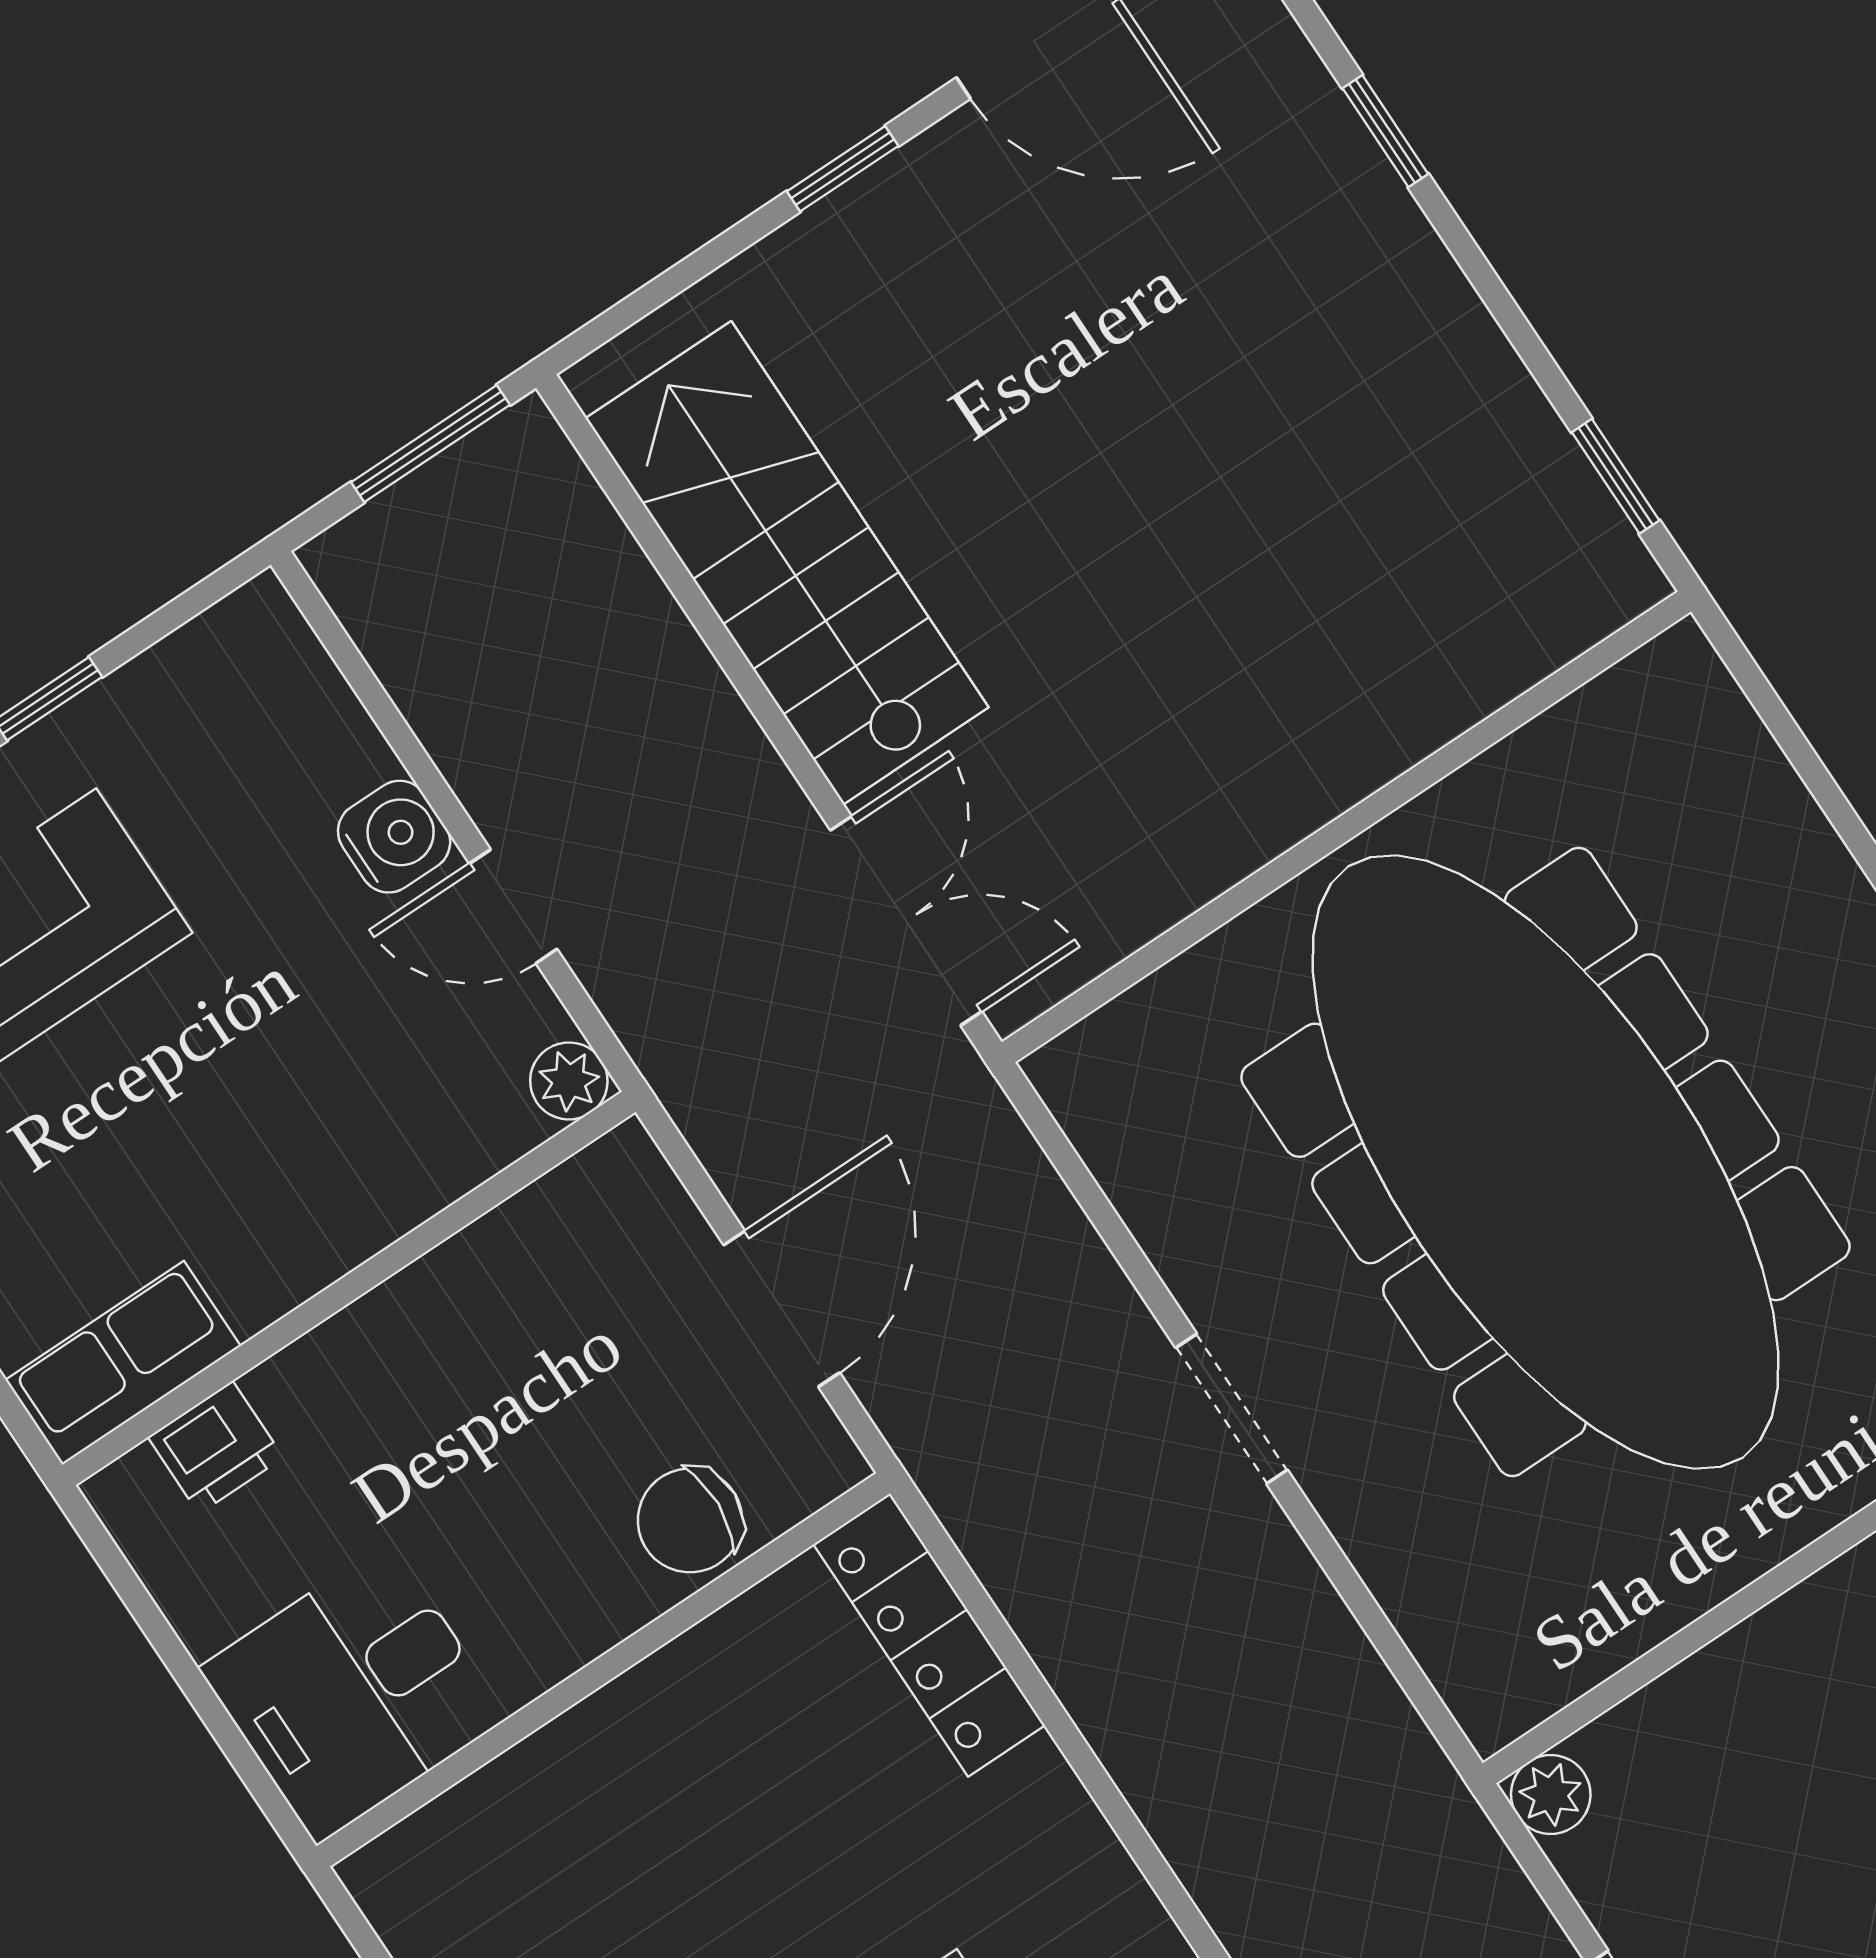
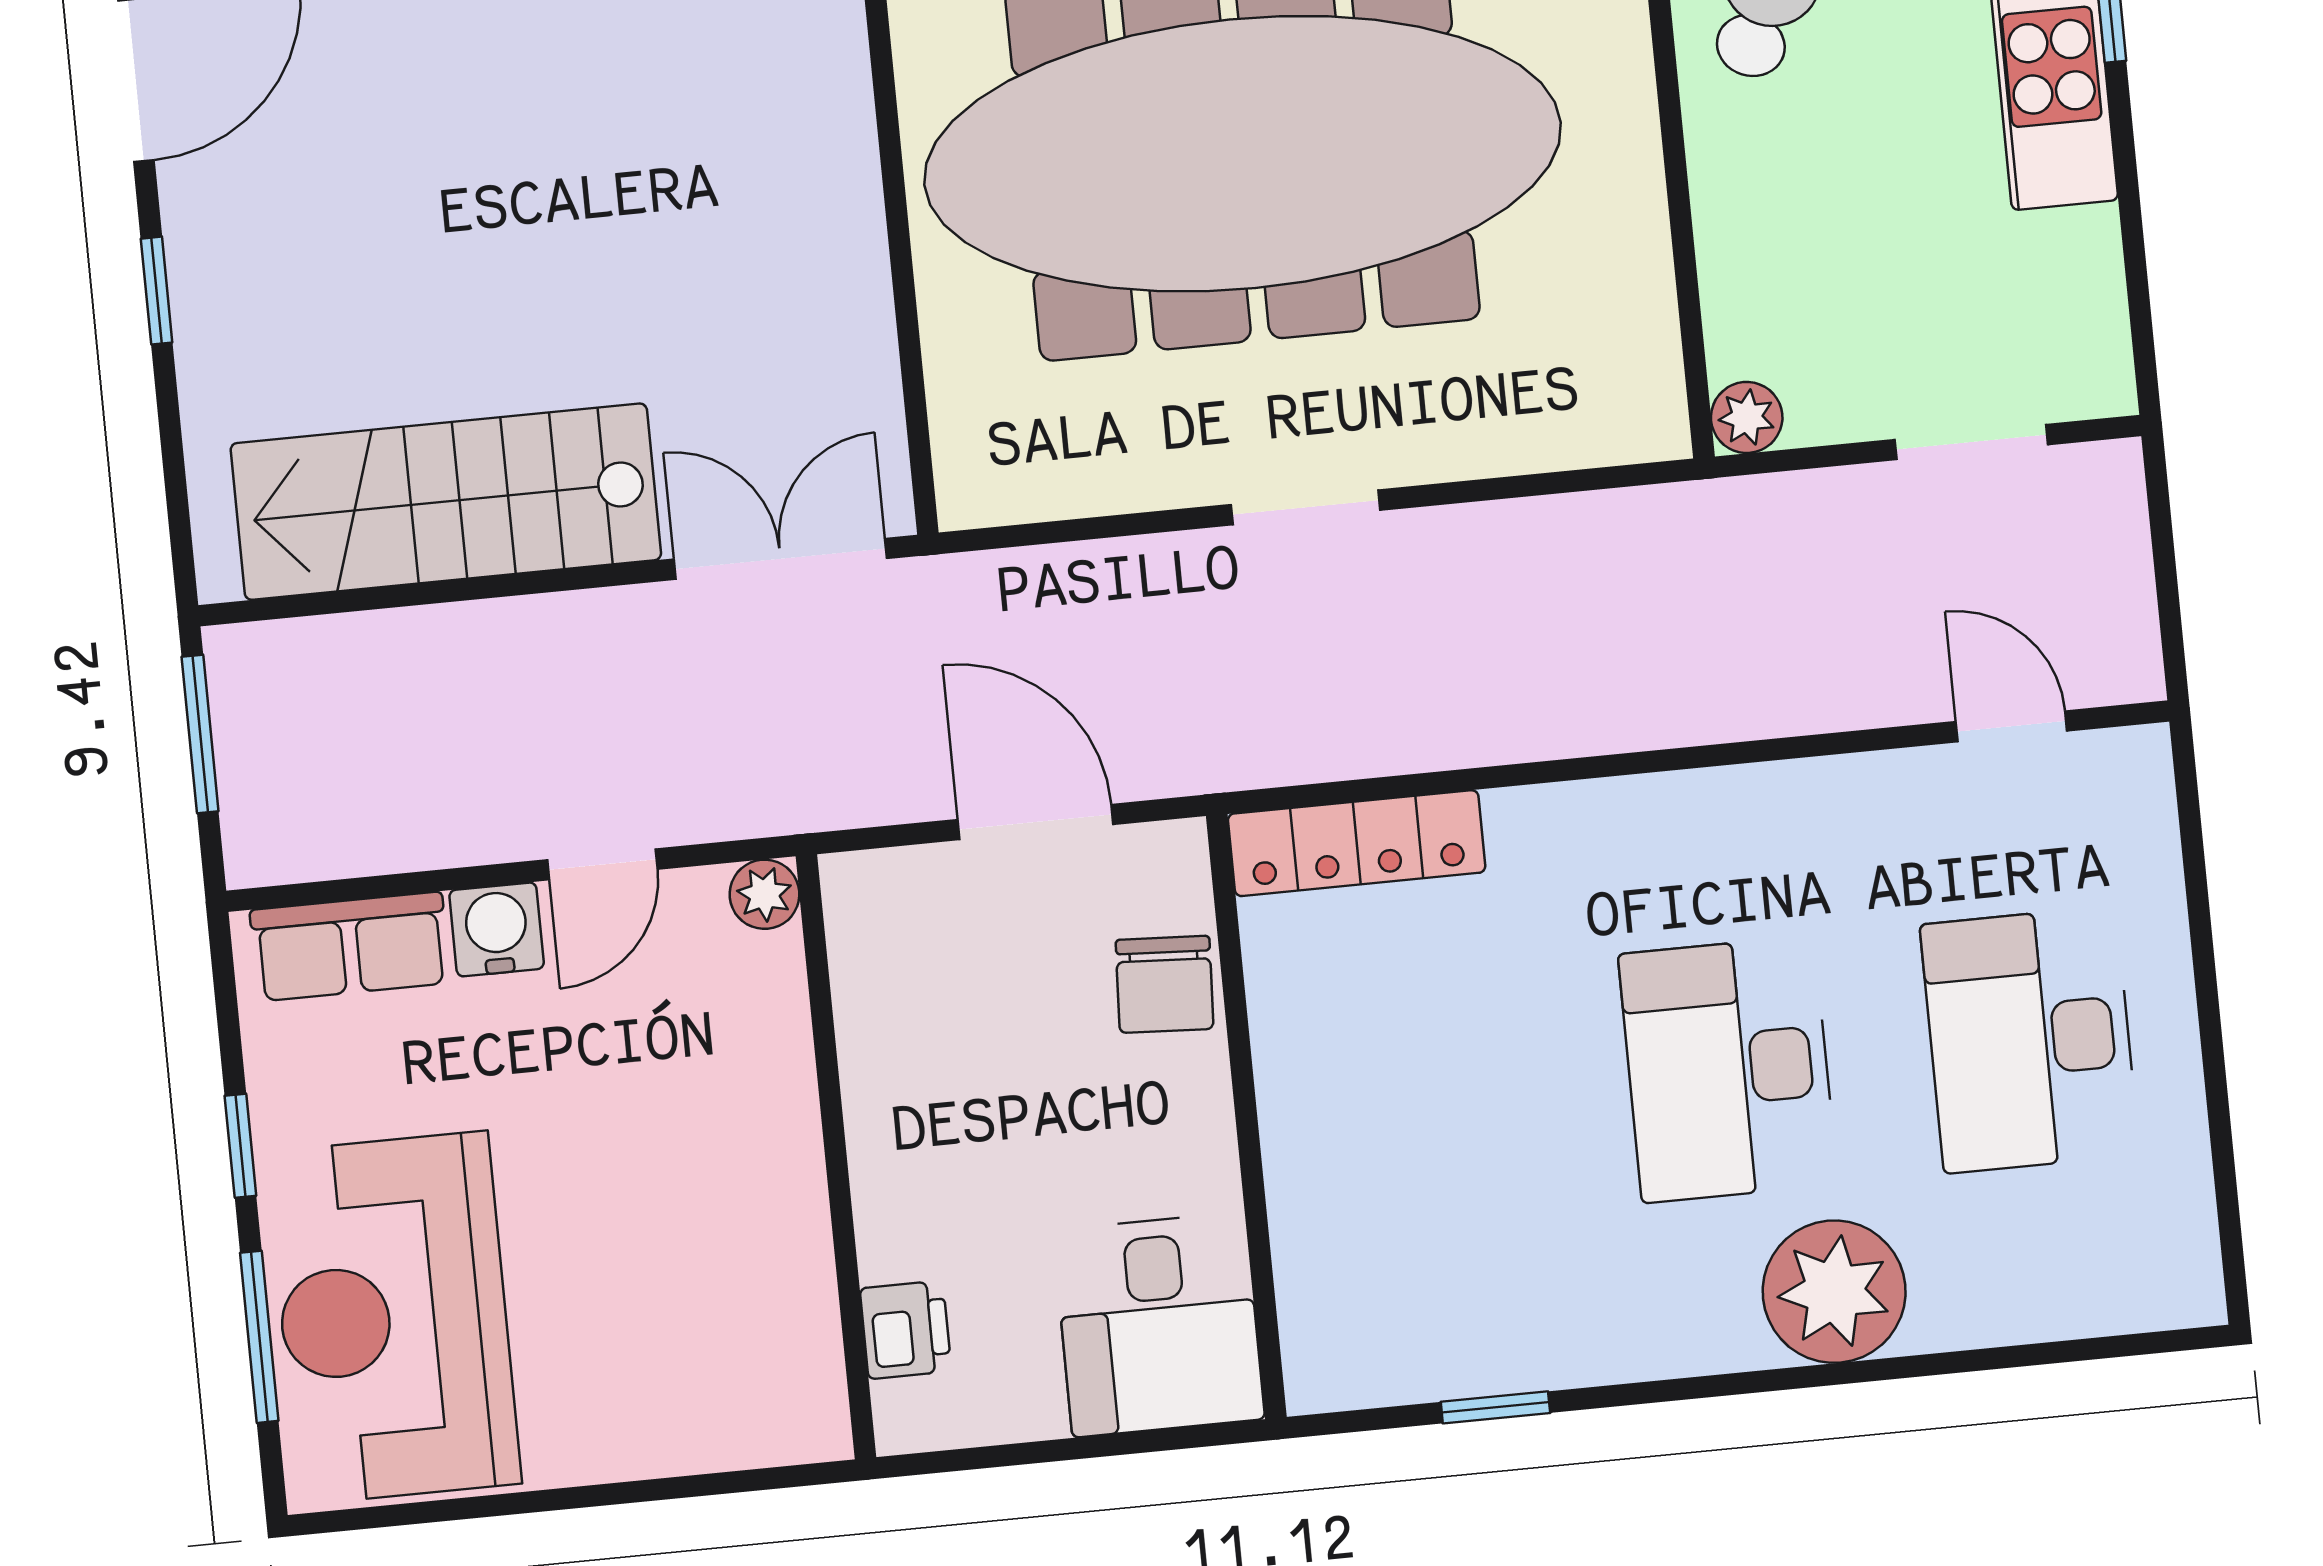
row of seats: (123, 1363) -> (350, 946), moved, turned -90

